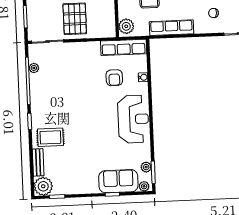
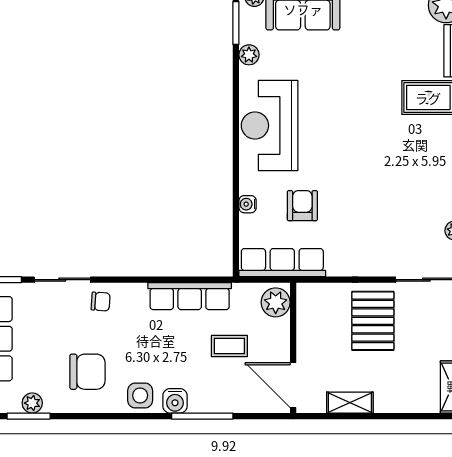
chair: (213, 13) -> (101, 302), moved
plant: (146, 167) -> (249, 55), moved

